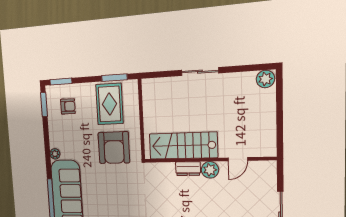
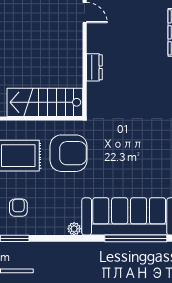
stairs: (183, 146) -> (45, 102), moved, turned 90
plant: (210, 170) -> (96, 43), removed

